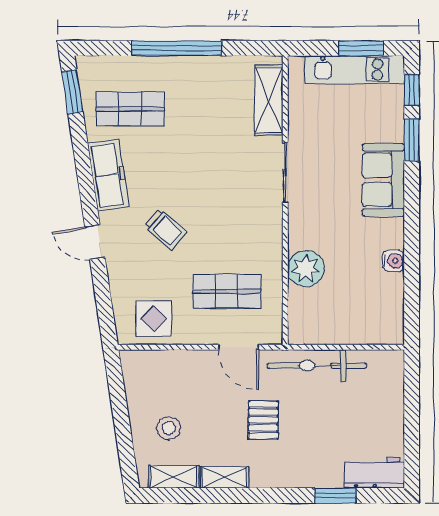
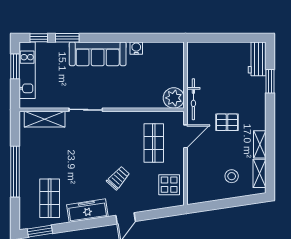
sofa: (383, 180) -> (98, 54), width x1.36
plant: (306, 269) -> (174, 98), moved
bicycle: (317, 366) -> (193, 99), width x0.73, depth x0.71

